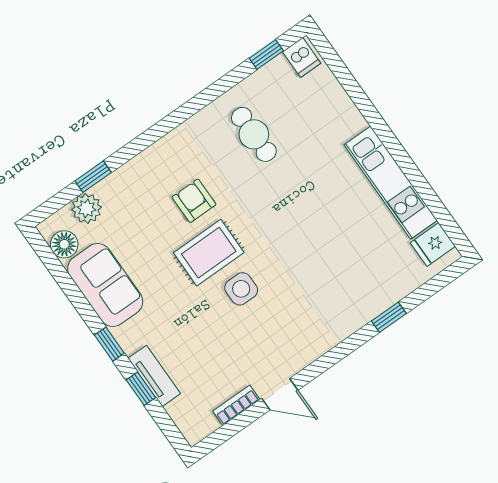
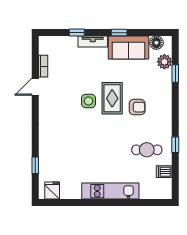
window: (266, 55) -> (175, 145), moved
dishwasher: (302, 58) -> (164, 172), moved
kitchen unit: (391, 183) -> (110, 191), moved
window: (389, 317) -> (35, 165), moved
window: (109, 344) -> (119, 33), moved
tv unit: (154, 376) -> (93, 42), moved

